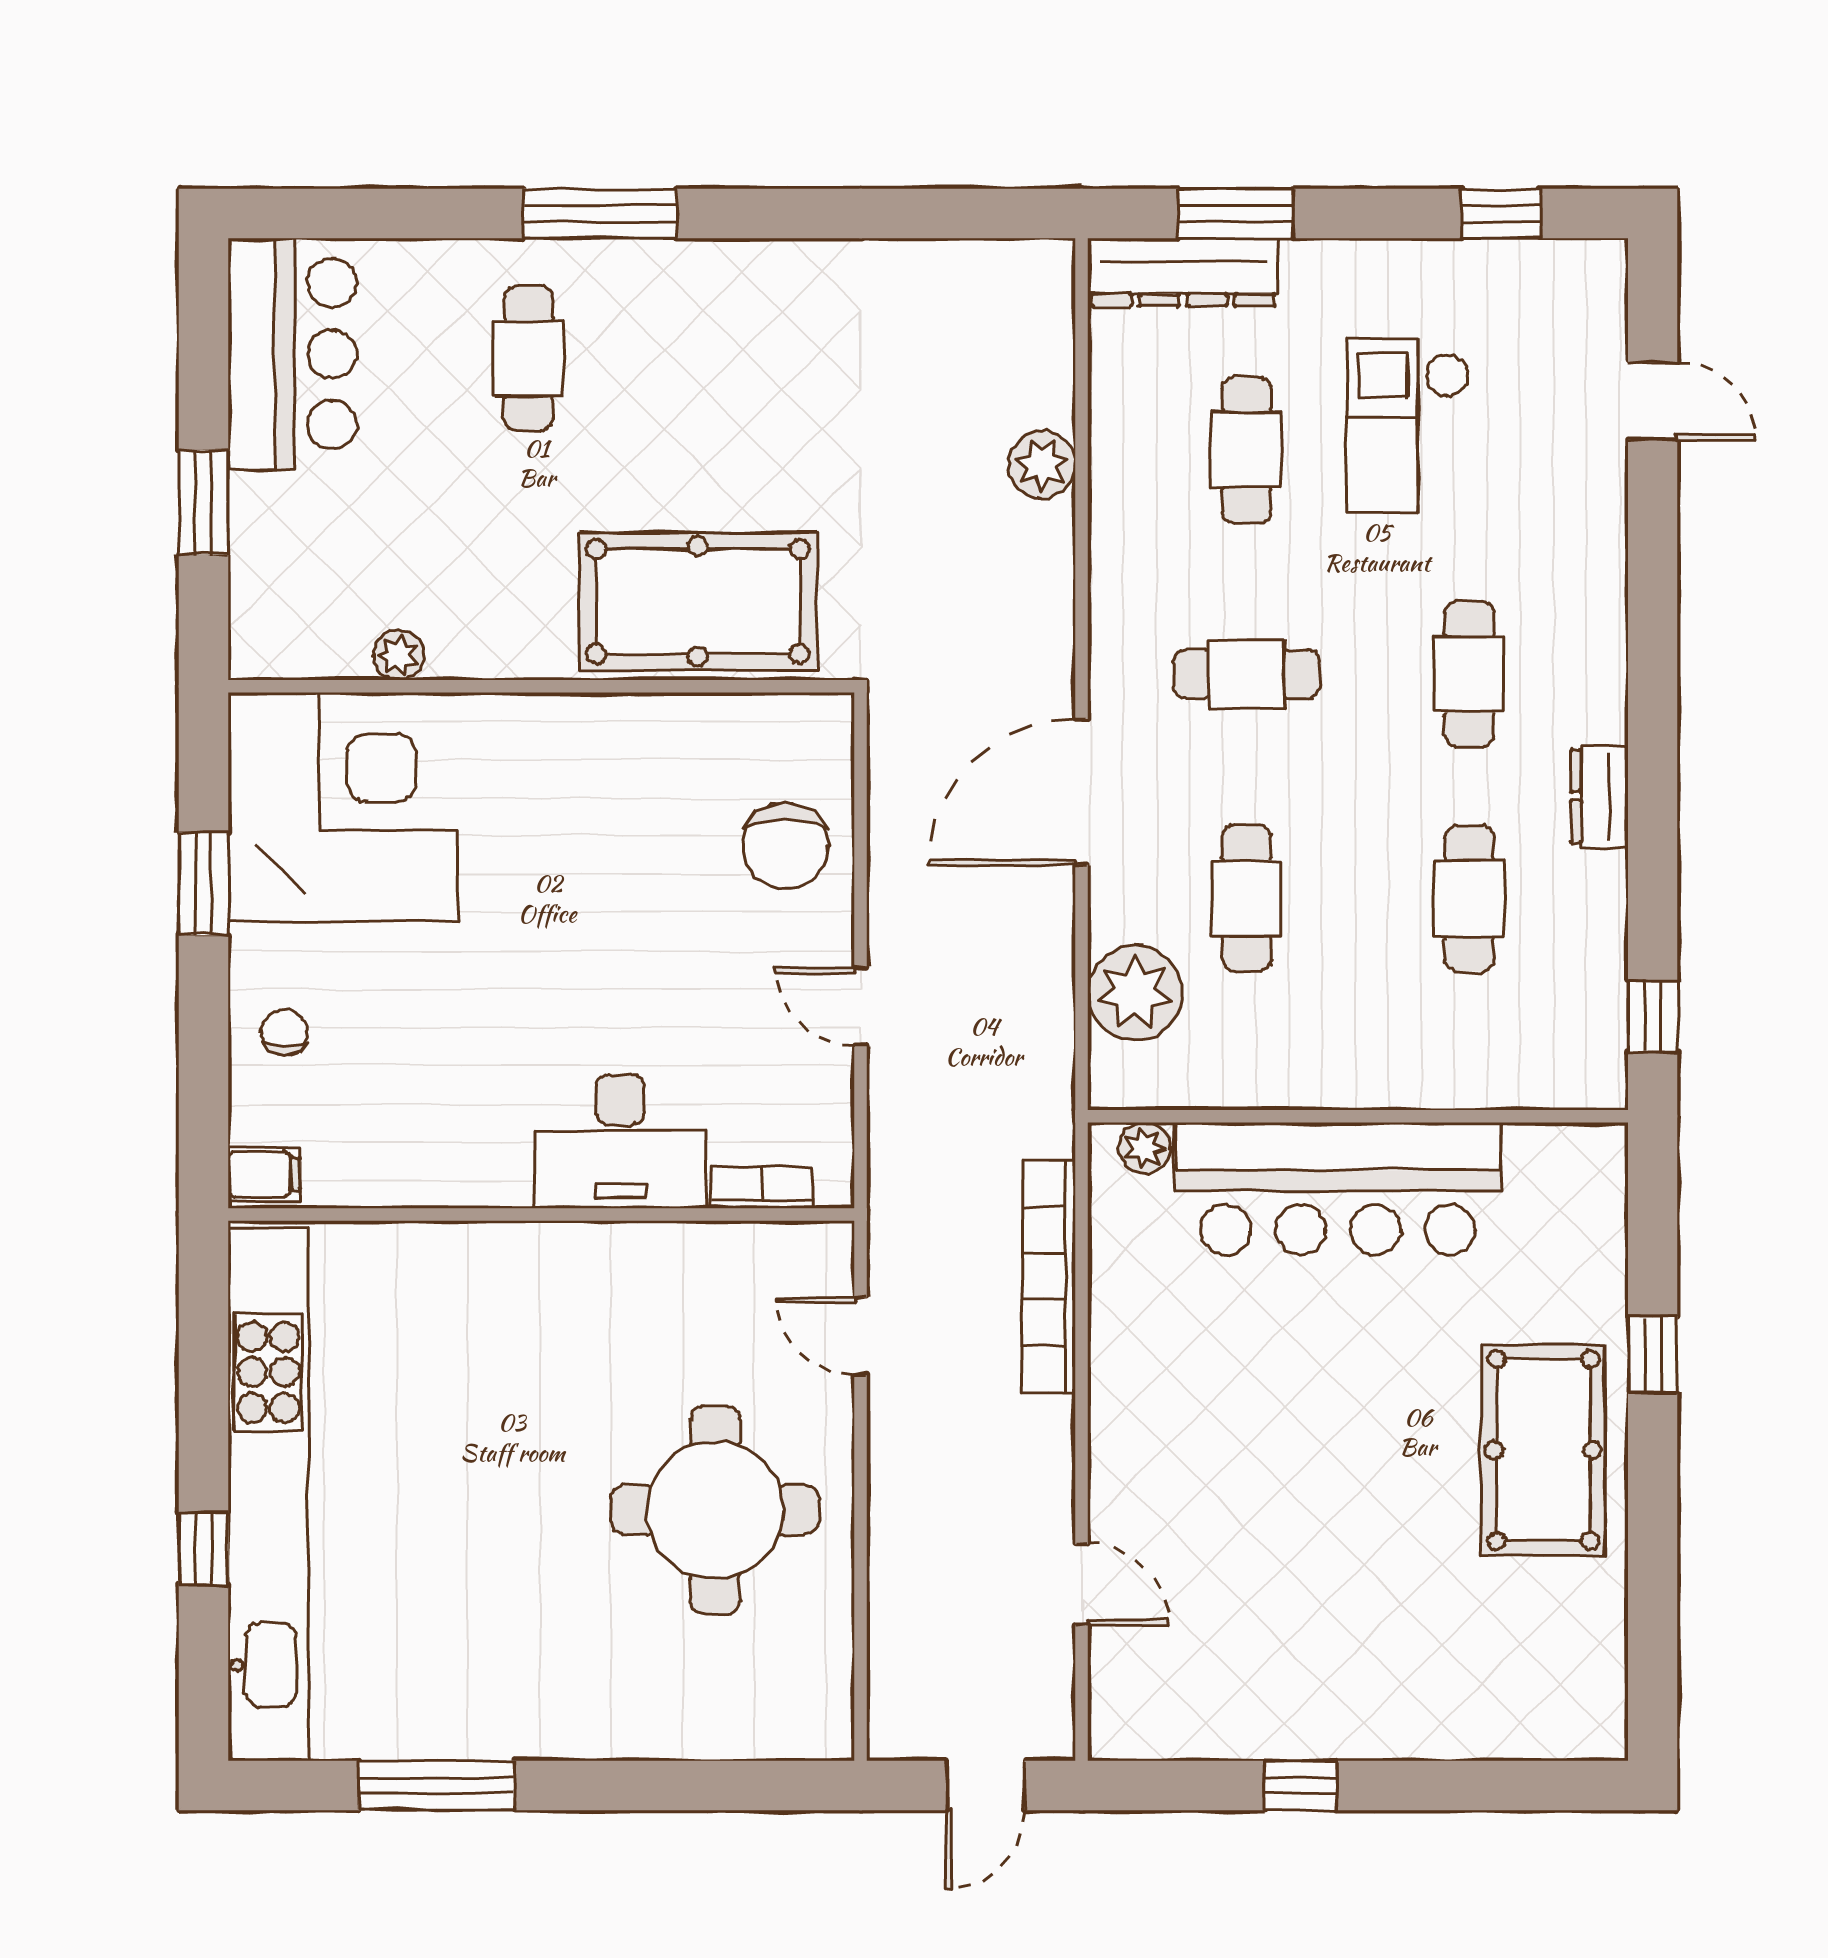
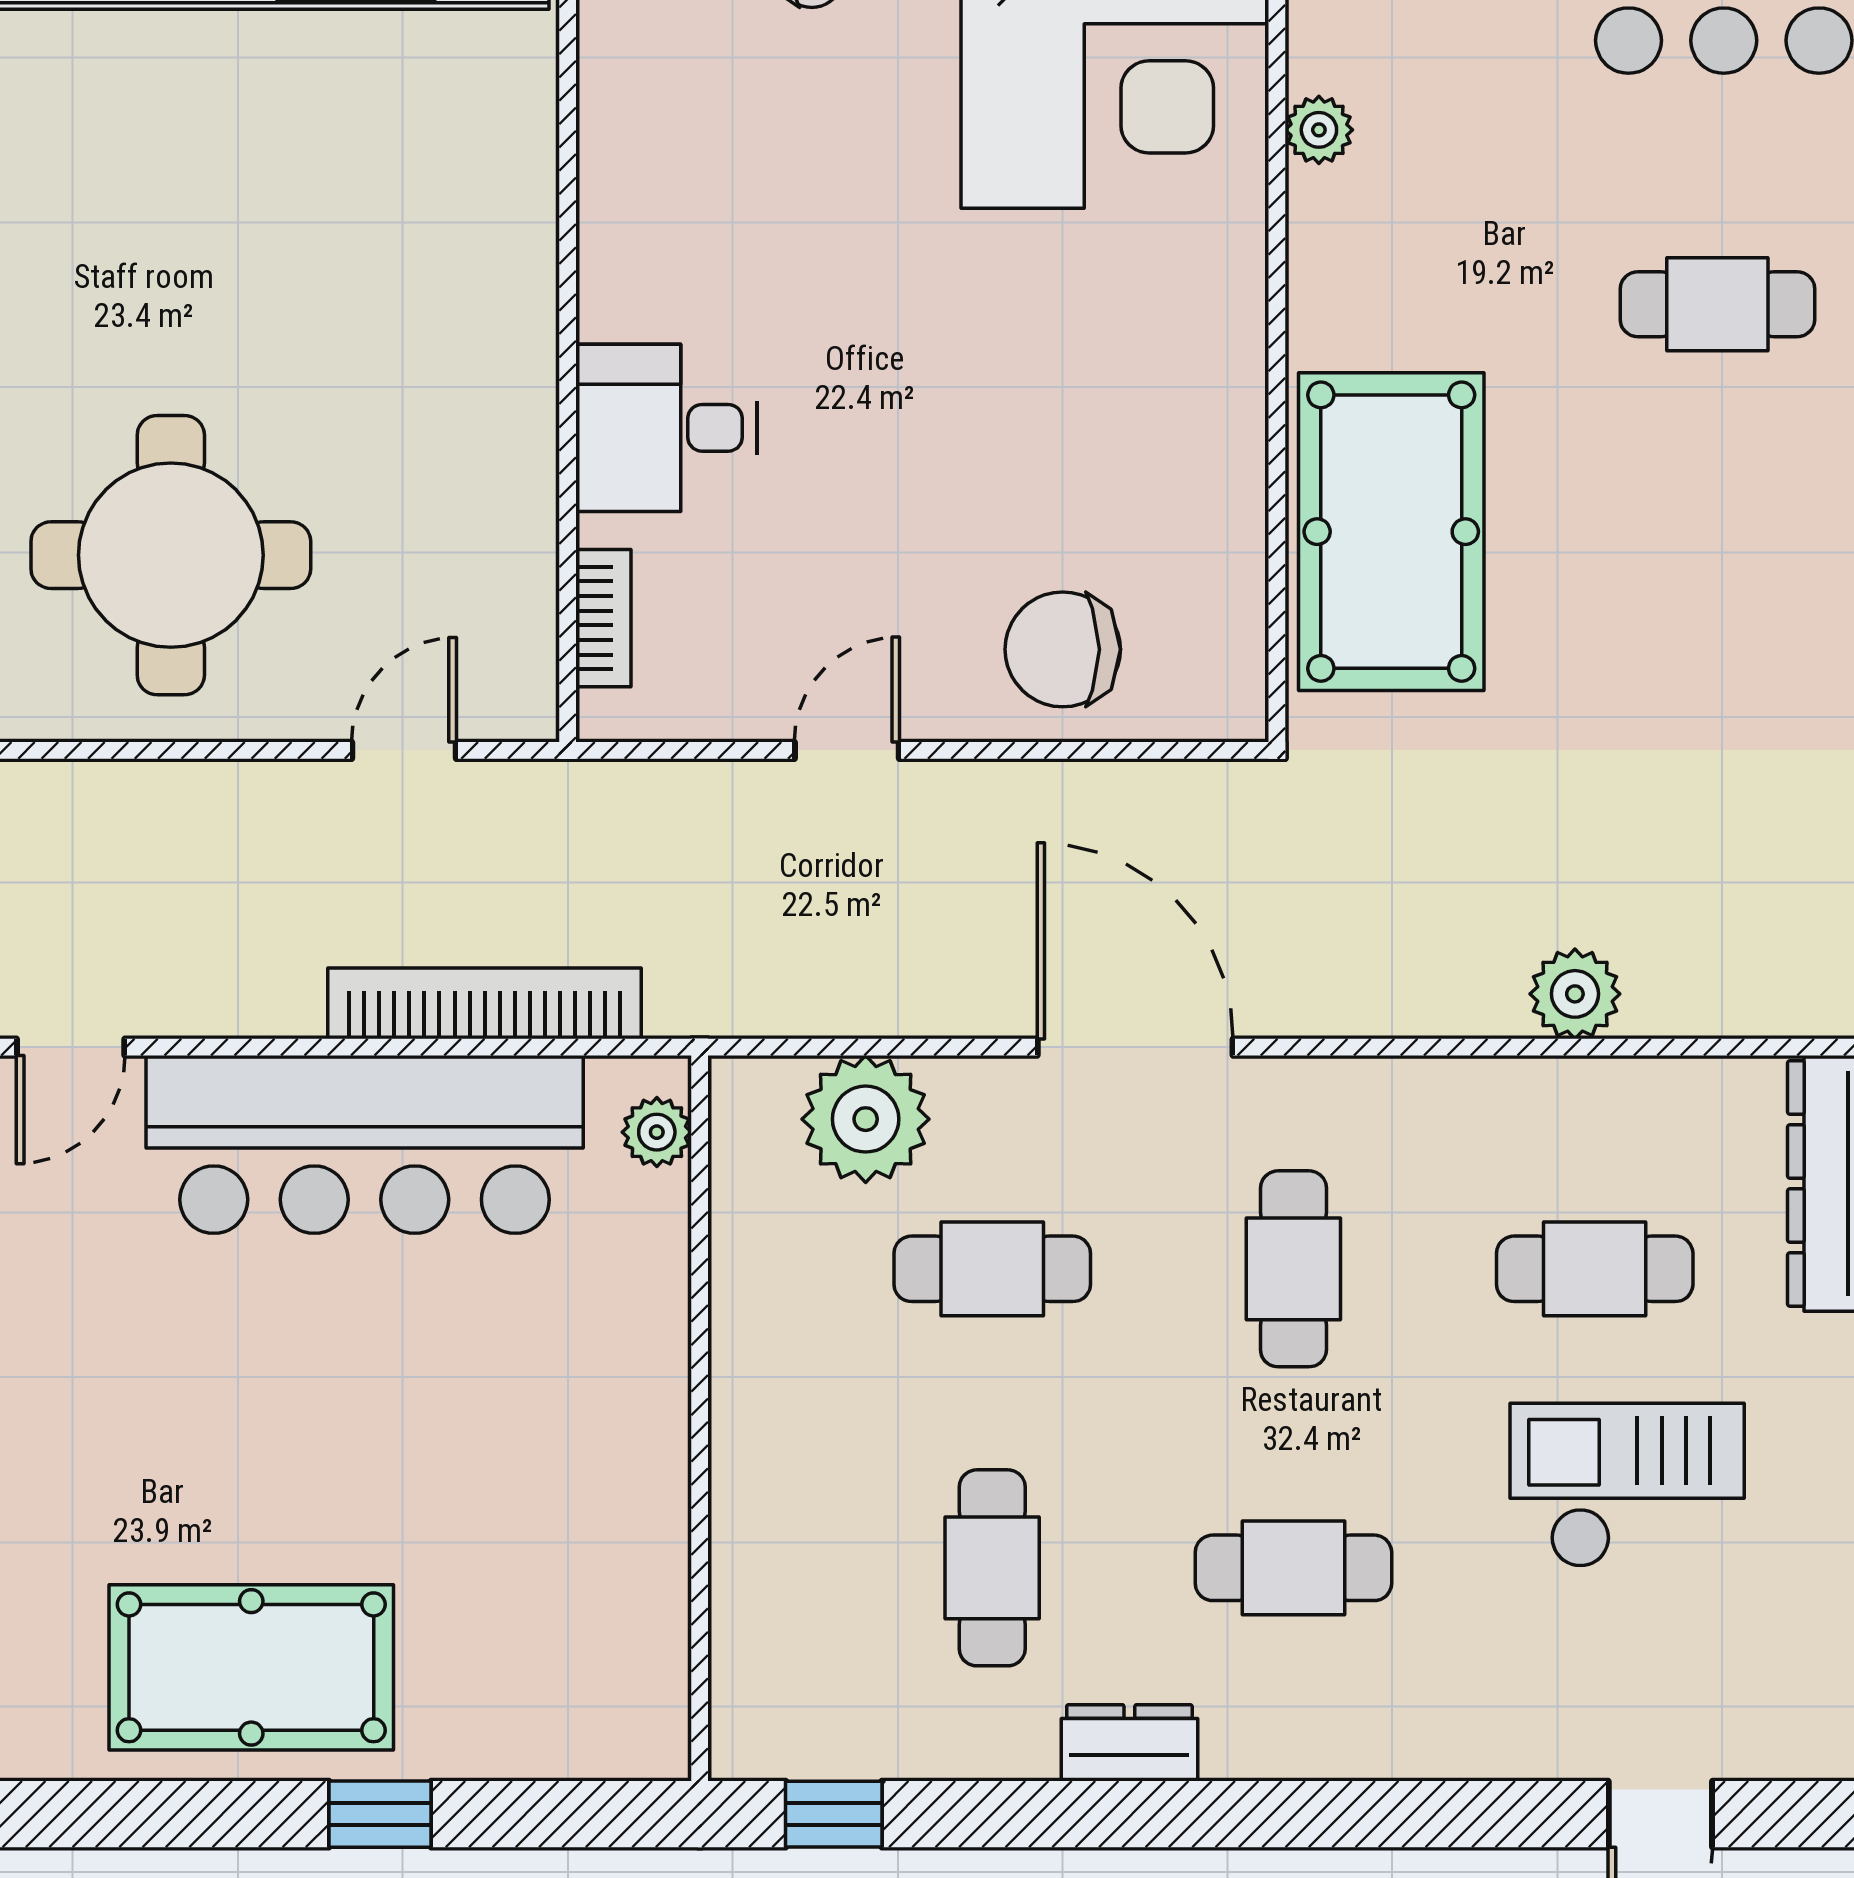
cafe table: (1469, 898) -> (992, 1568), turned 90
desk: (620, 1141) -> (666, 428), width x0.73
bar counter: (1338, 1189) -> (365, 1144), moved, turned -90

